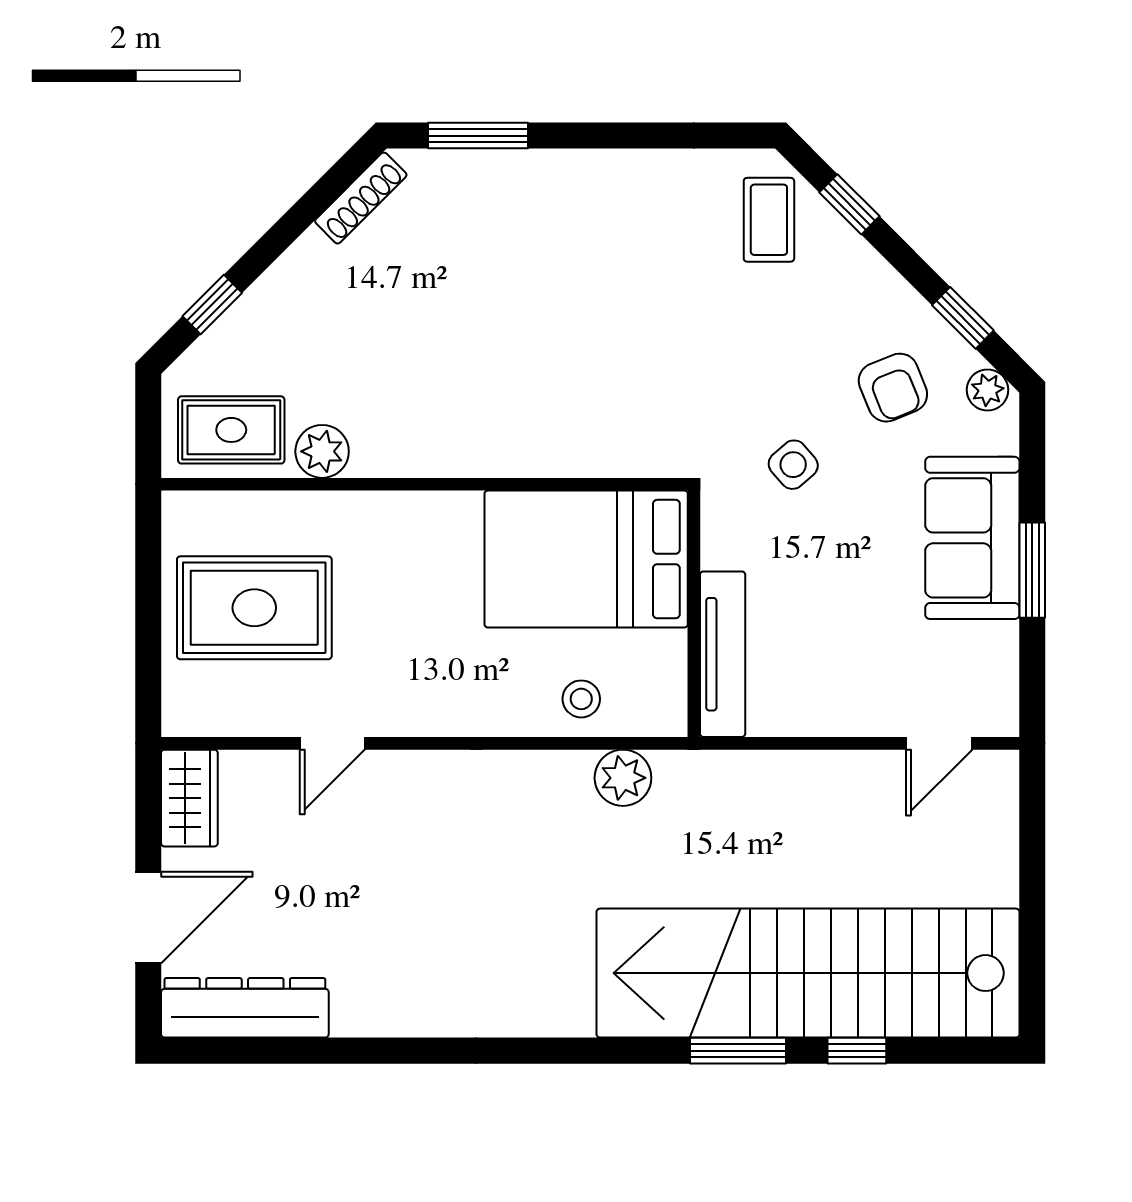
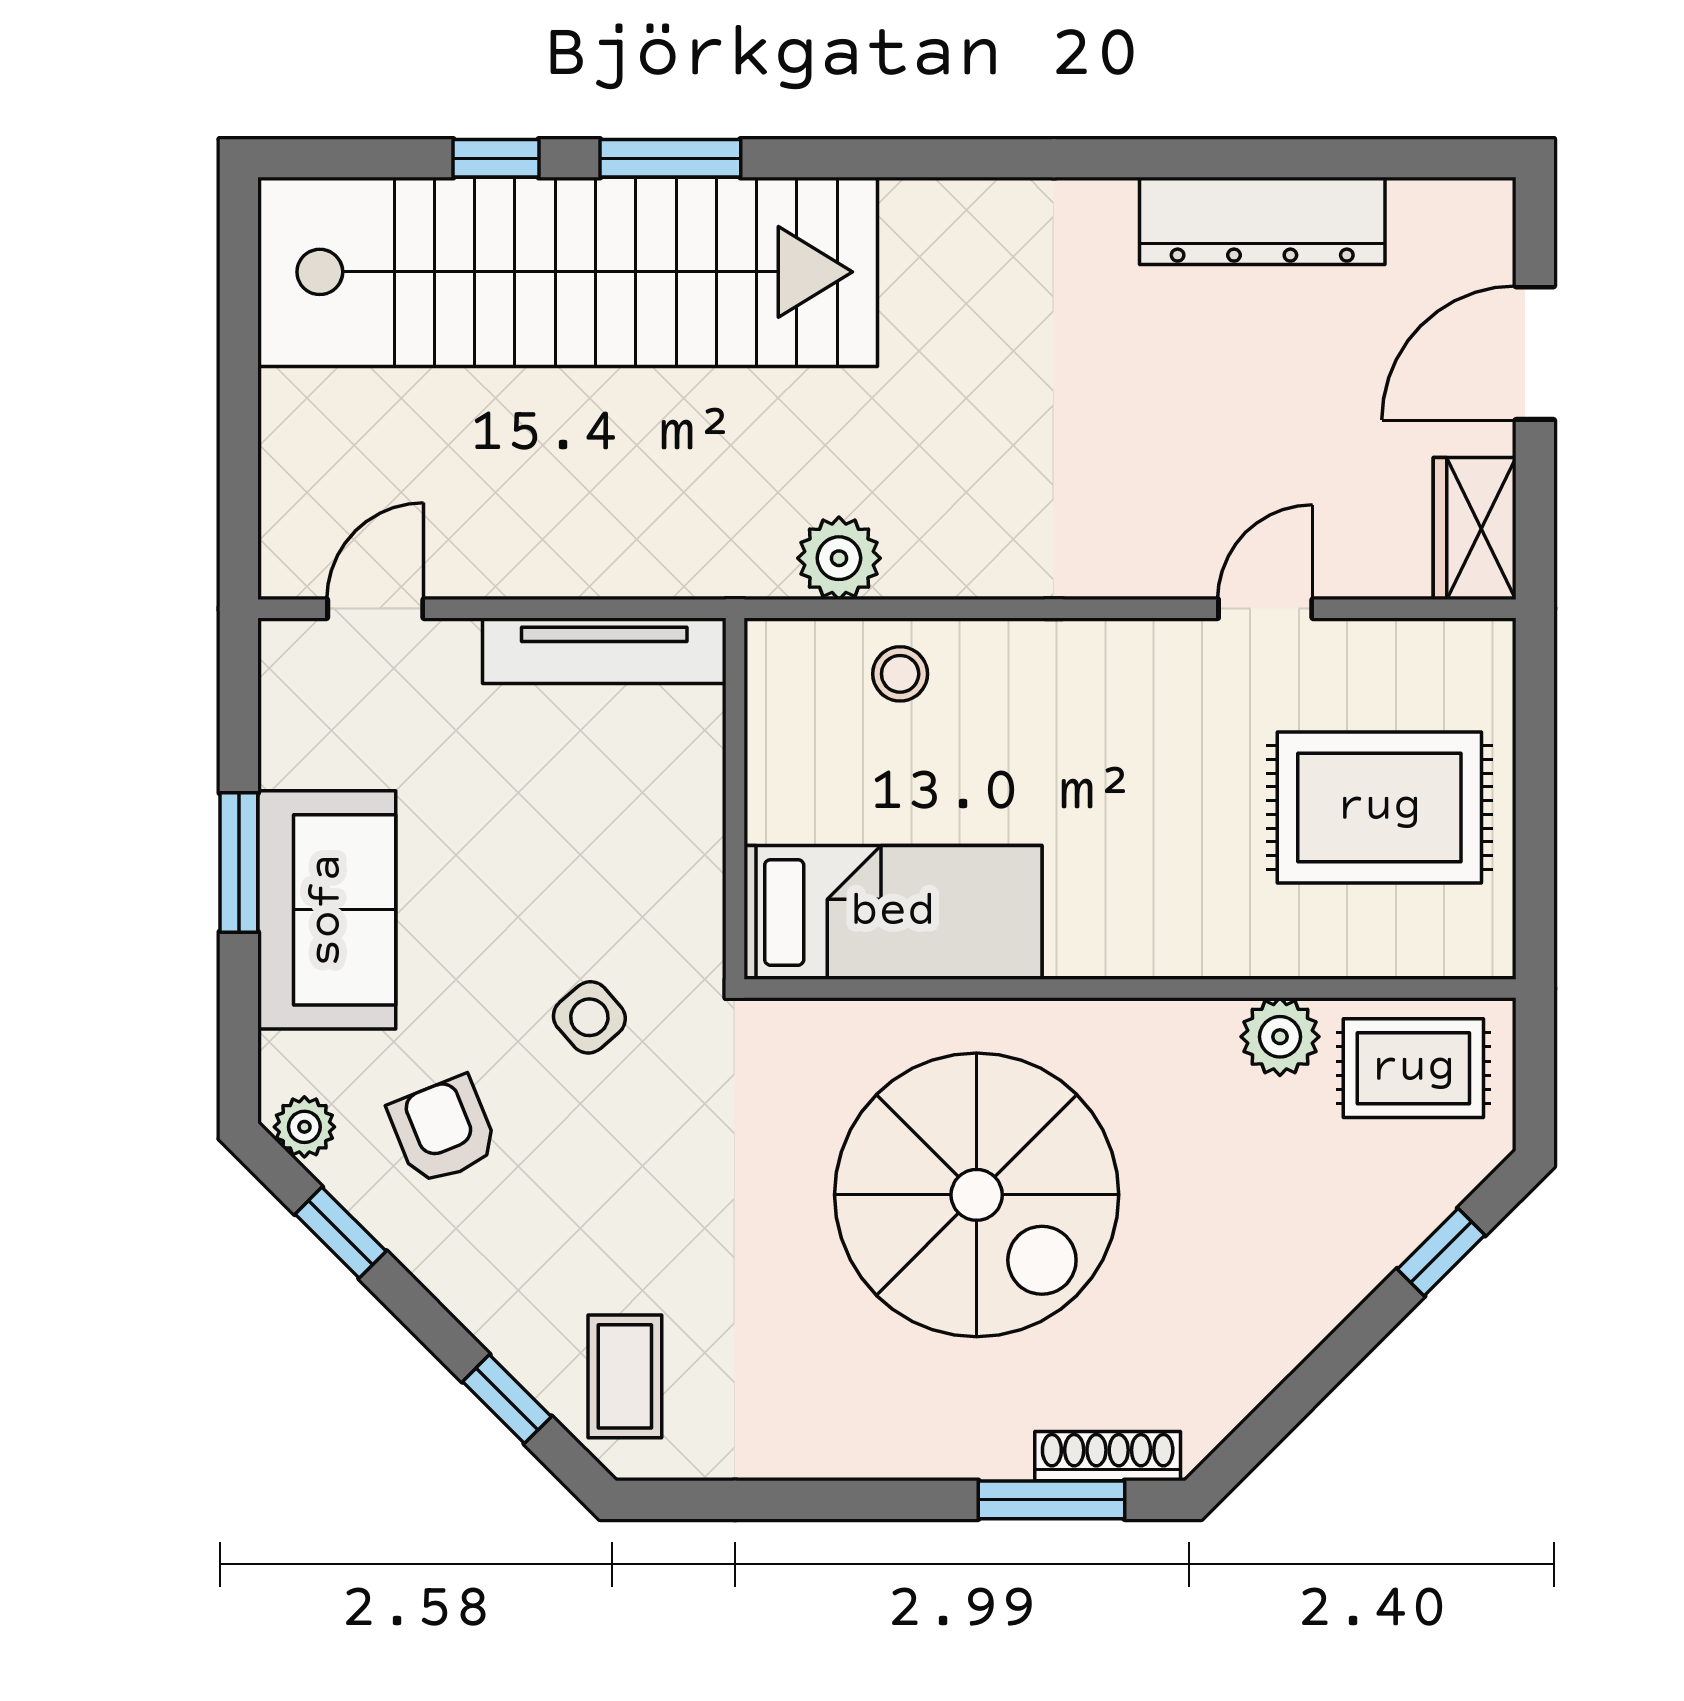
shoe rack: (361, 198) -> (1108, 1456), moved, turned 45
spiral stairs: (529, 344) -> (977, 1195), added
bed: (586, 559) -> (893, 912), width x0.67
tv unit: (723, 654) -> (604, 651), moved, turned -90
dresser: (245, 1008) -> (1262, 221), moved

